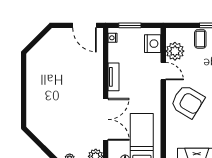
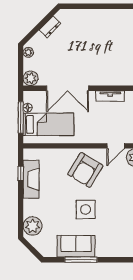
dresser: (44, 137) -> (50, 27), added

